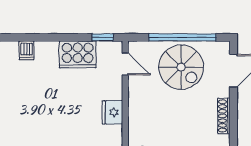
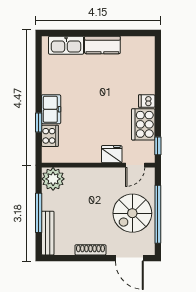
dishwasher: (27, 50) -> (147, 101), moved
fridge: (112, 112) -> (112, 154), moved

